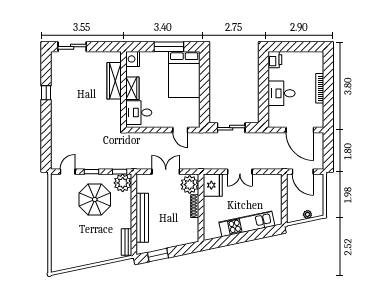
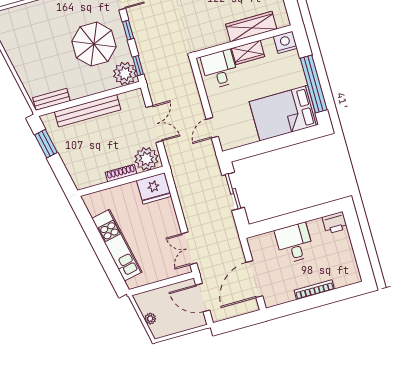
window: (169, 47) -> (314, 84), width x1.46
double door: (240, 172) -> (189, 248), moved
door: (303, 172) -> (203, 298), hinge flipped

